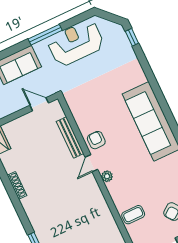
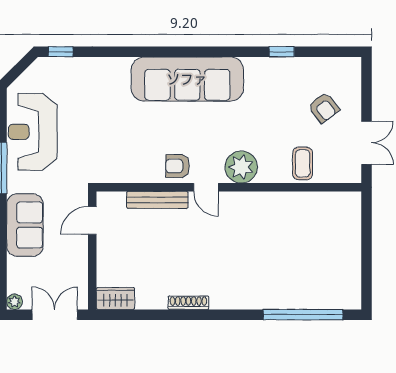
plant: (107, 176) -> (241, 167), width x1.87, depth x1.87

